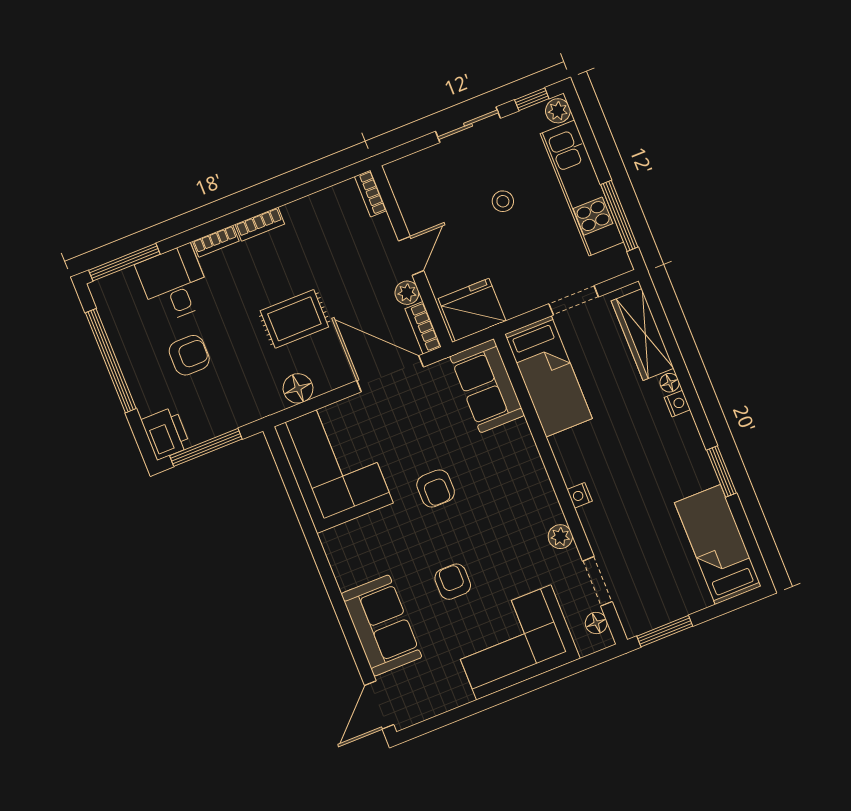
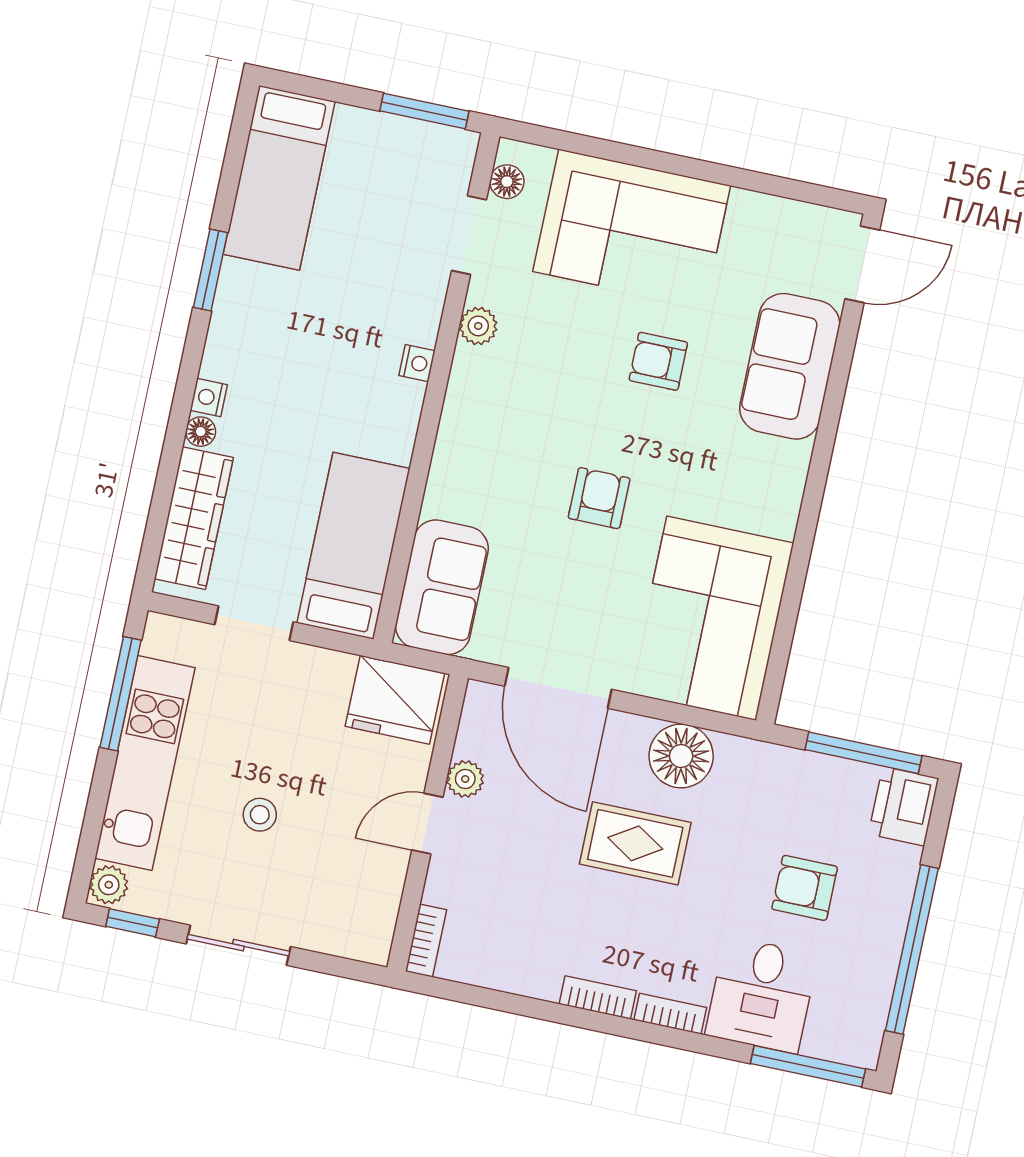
bookcase: (423, 328) -> (475, 719), removed
floor lamp: (298, 388) -> (681, 756), width x1.38, depth x1.38
armchair: (453, 582) -> (658, 361), turned 90

